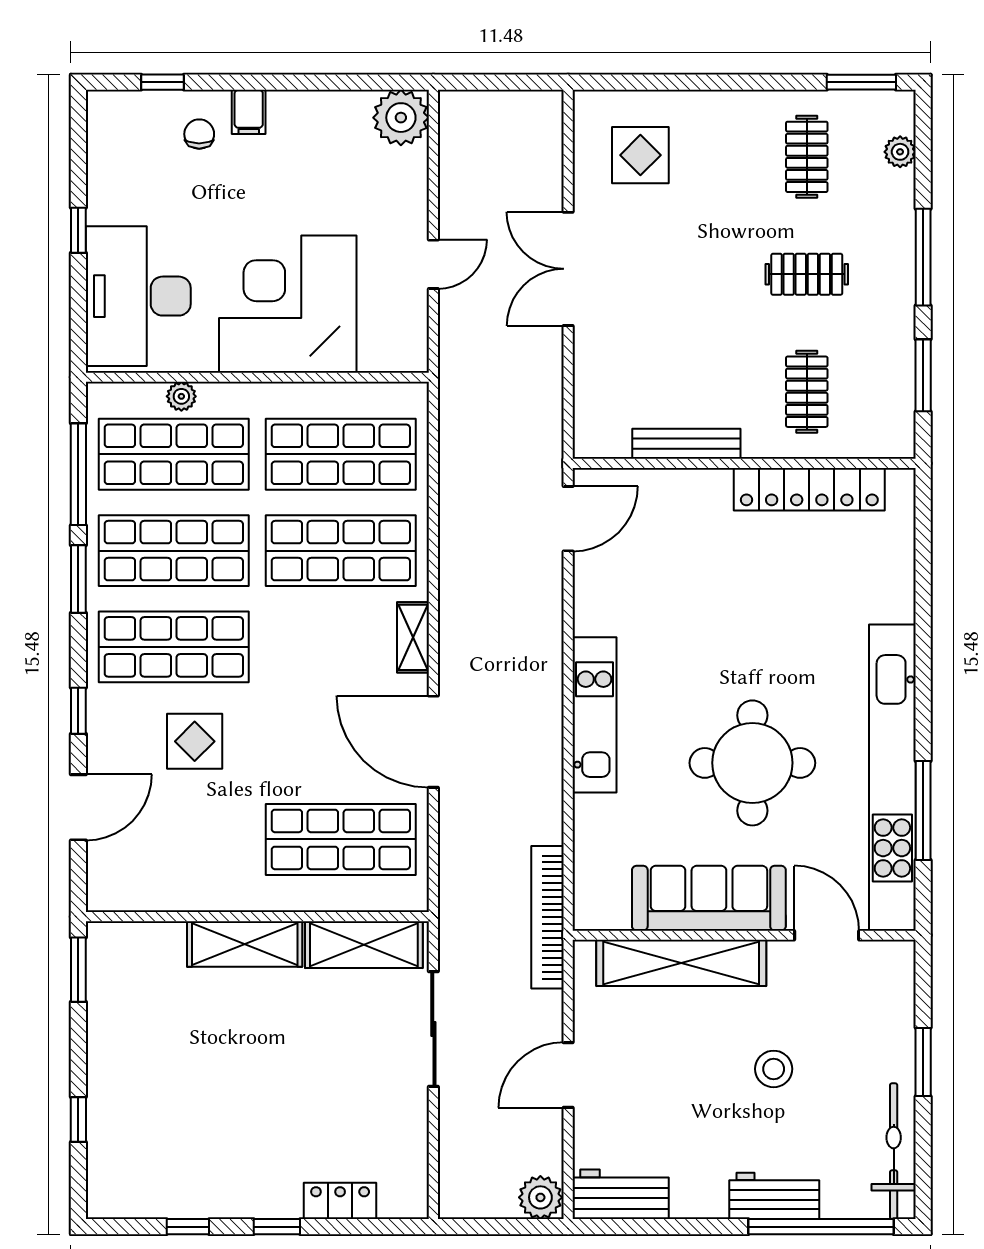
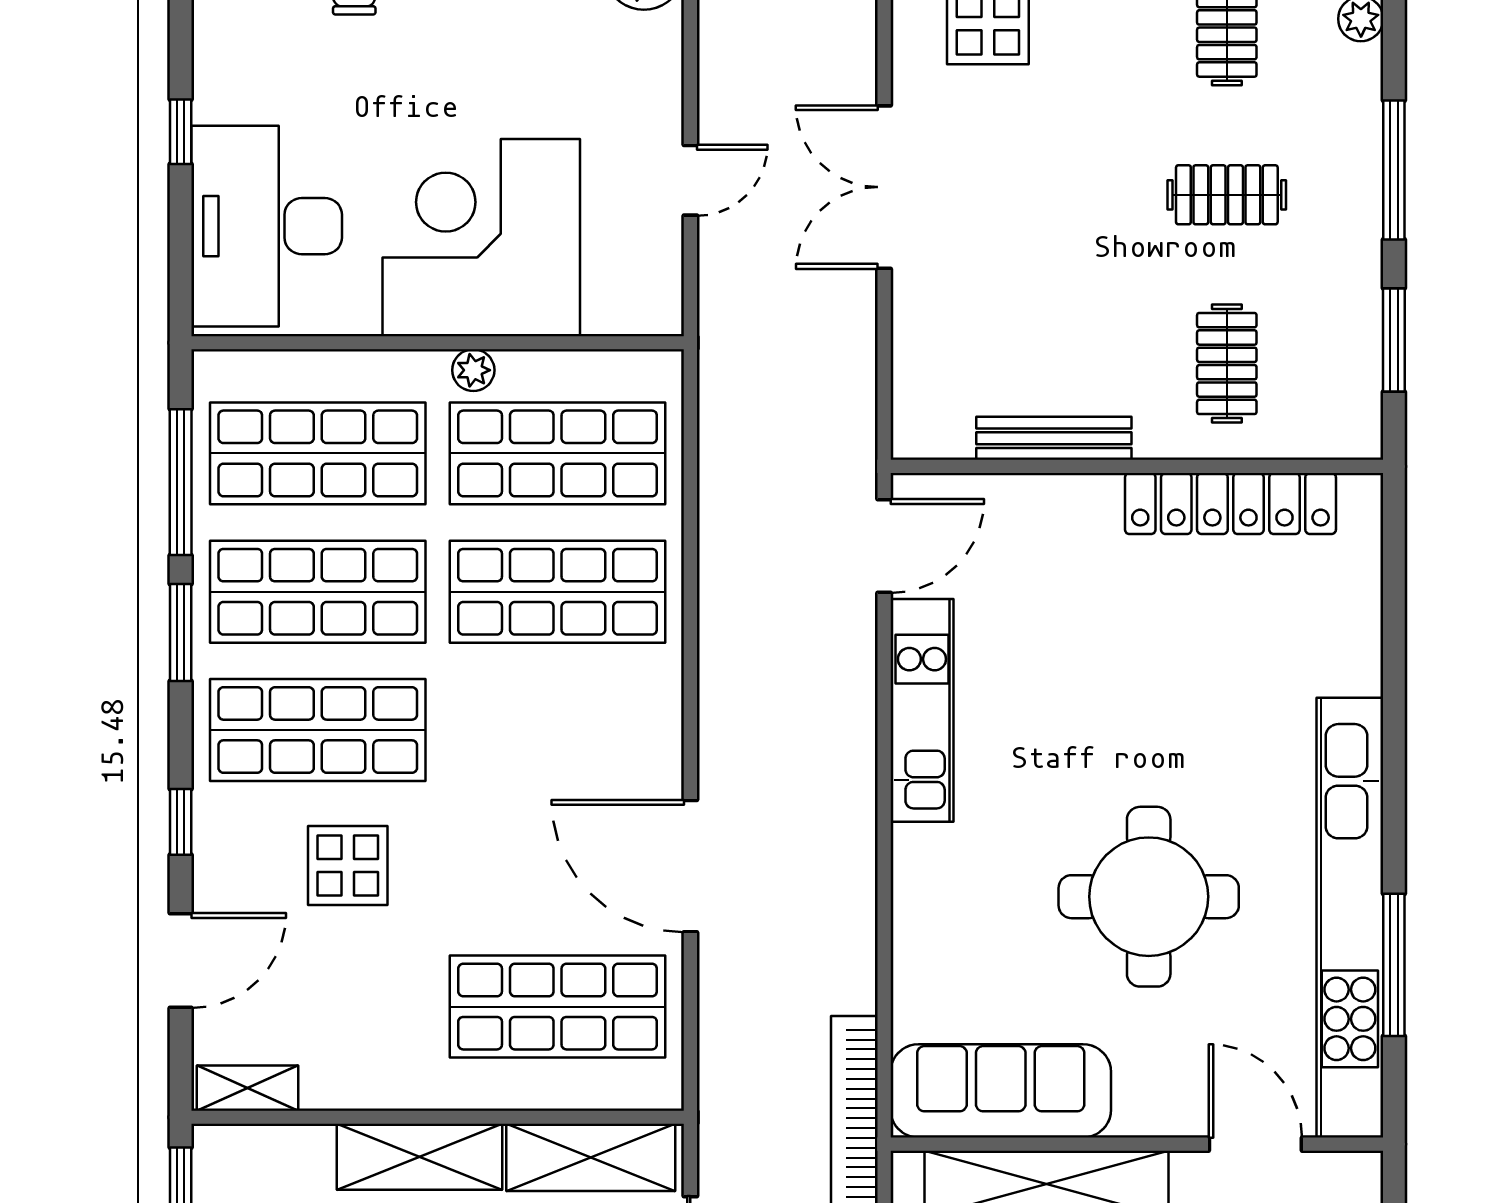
plant: (181, 396) -> (473, 370), moved
shelving: (413, 637) -> (248, 1088), moved, turned 90
kitchen unit: (595, 715) -> (922, 710), moved
sofa: (709, 898) -> (1001, 1091), moved

